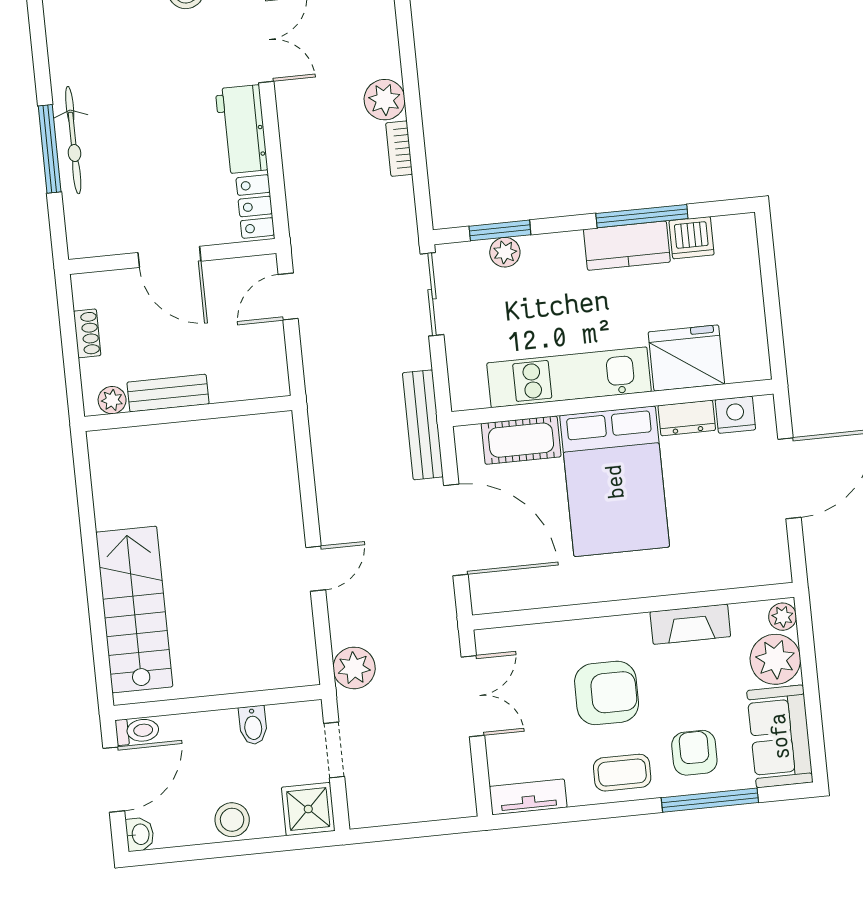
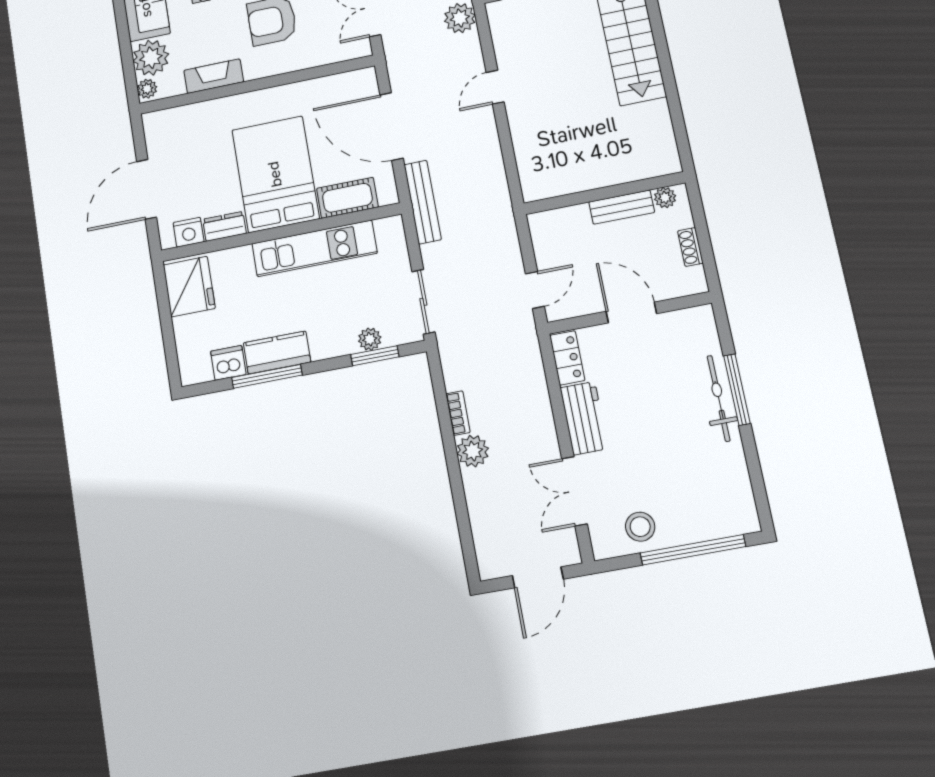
fridge: (686, 358) -> (189, 287), moved, turned -90

